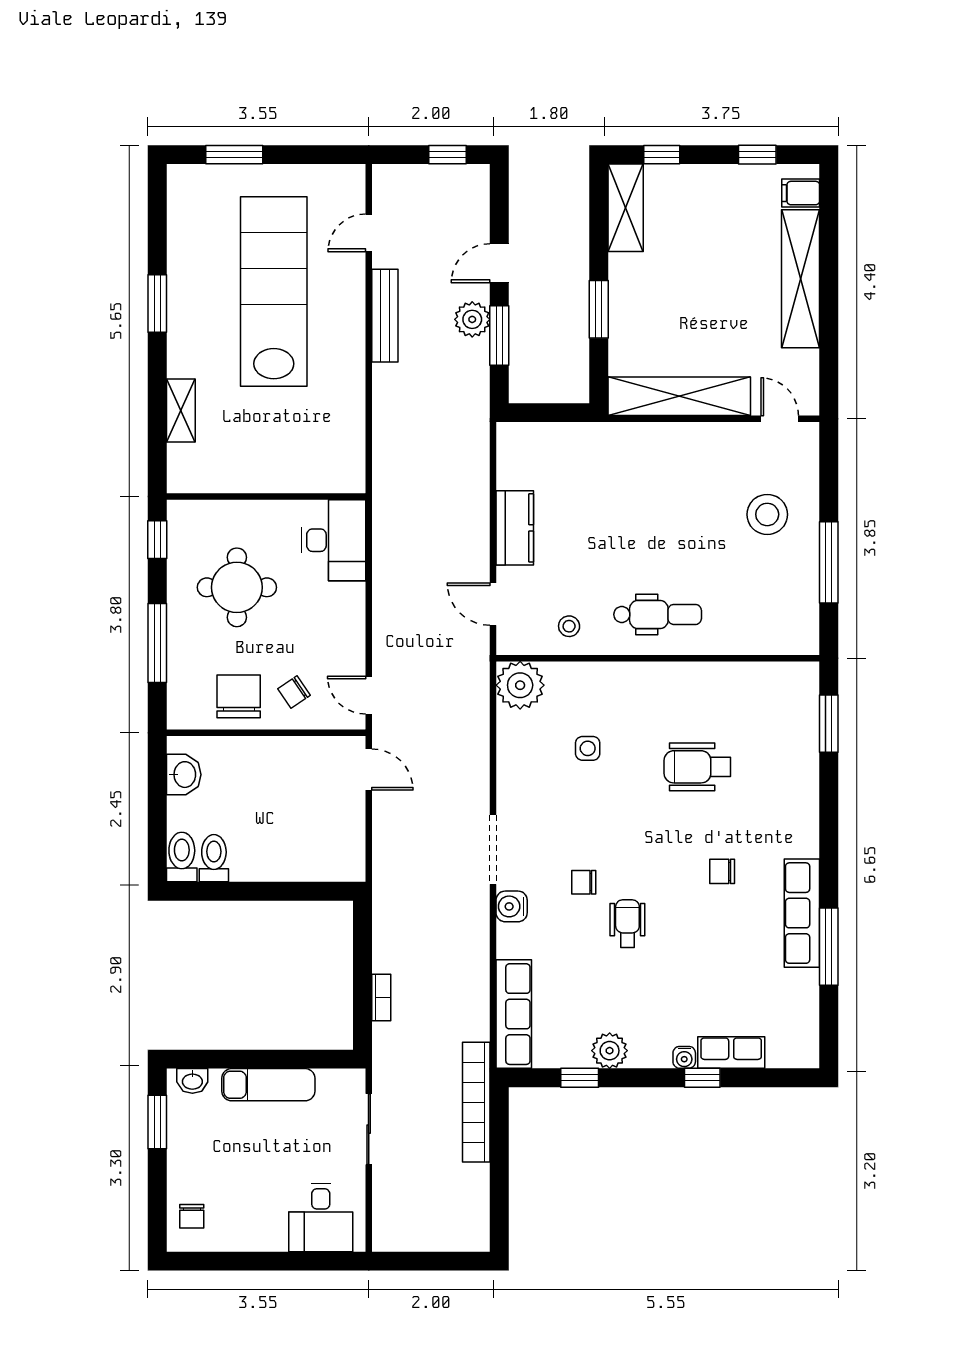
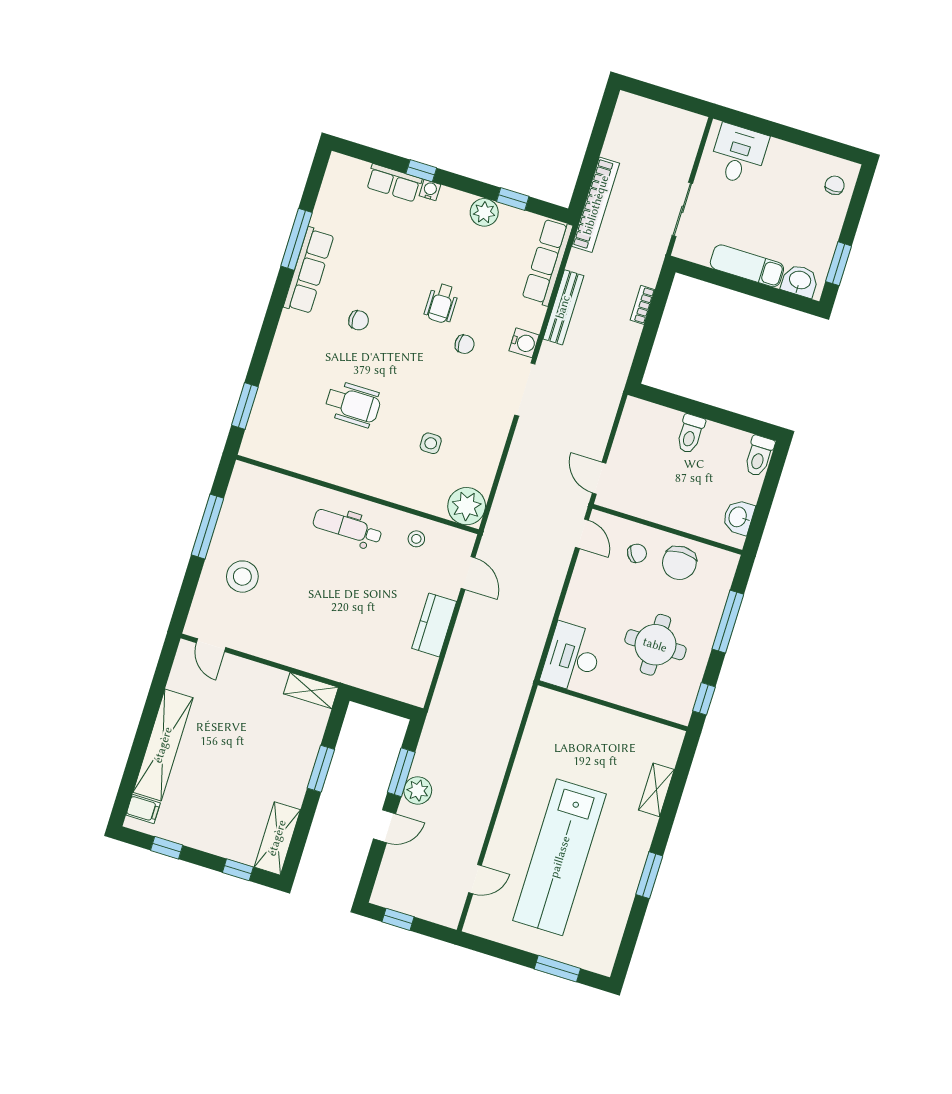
bench: (385, 316) -> (563, 307), moved
shelving: (679, 396) -> (311, 691), width x0.45, depth x0.75
toilet: (214, 858) -> (690, 434), moved
washbasin: (192, 1081) -> (800, 281), width x1.38, depth x1.45

